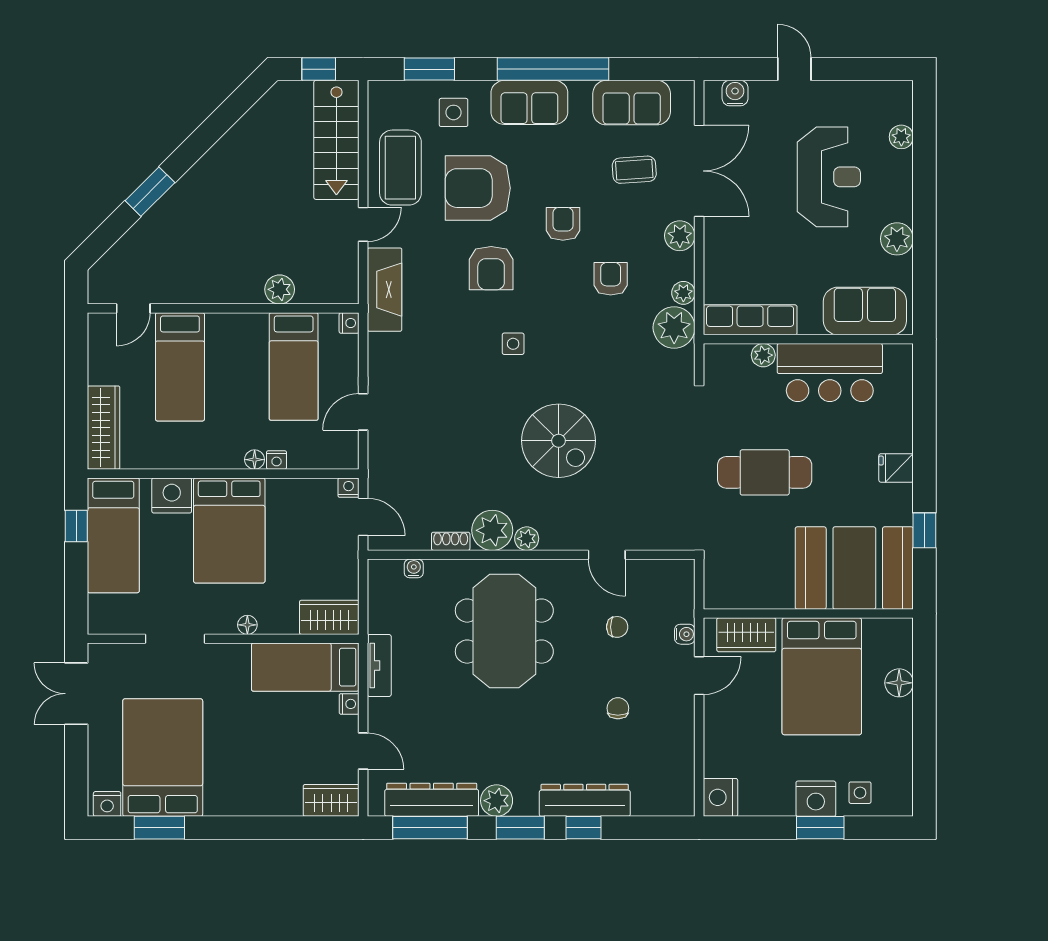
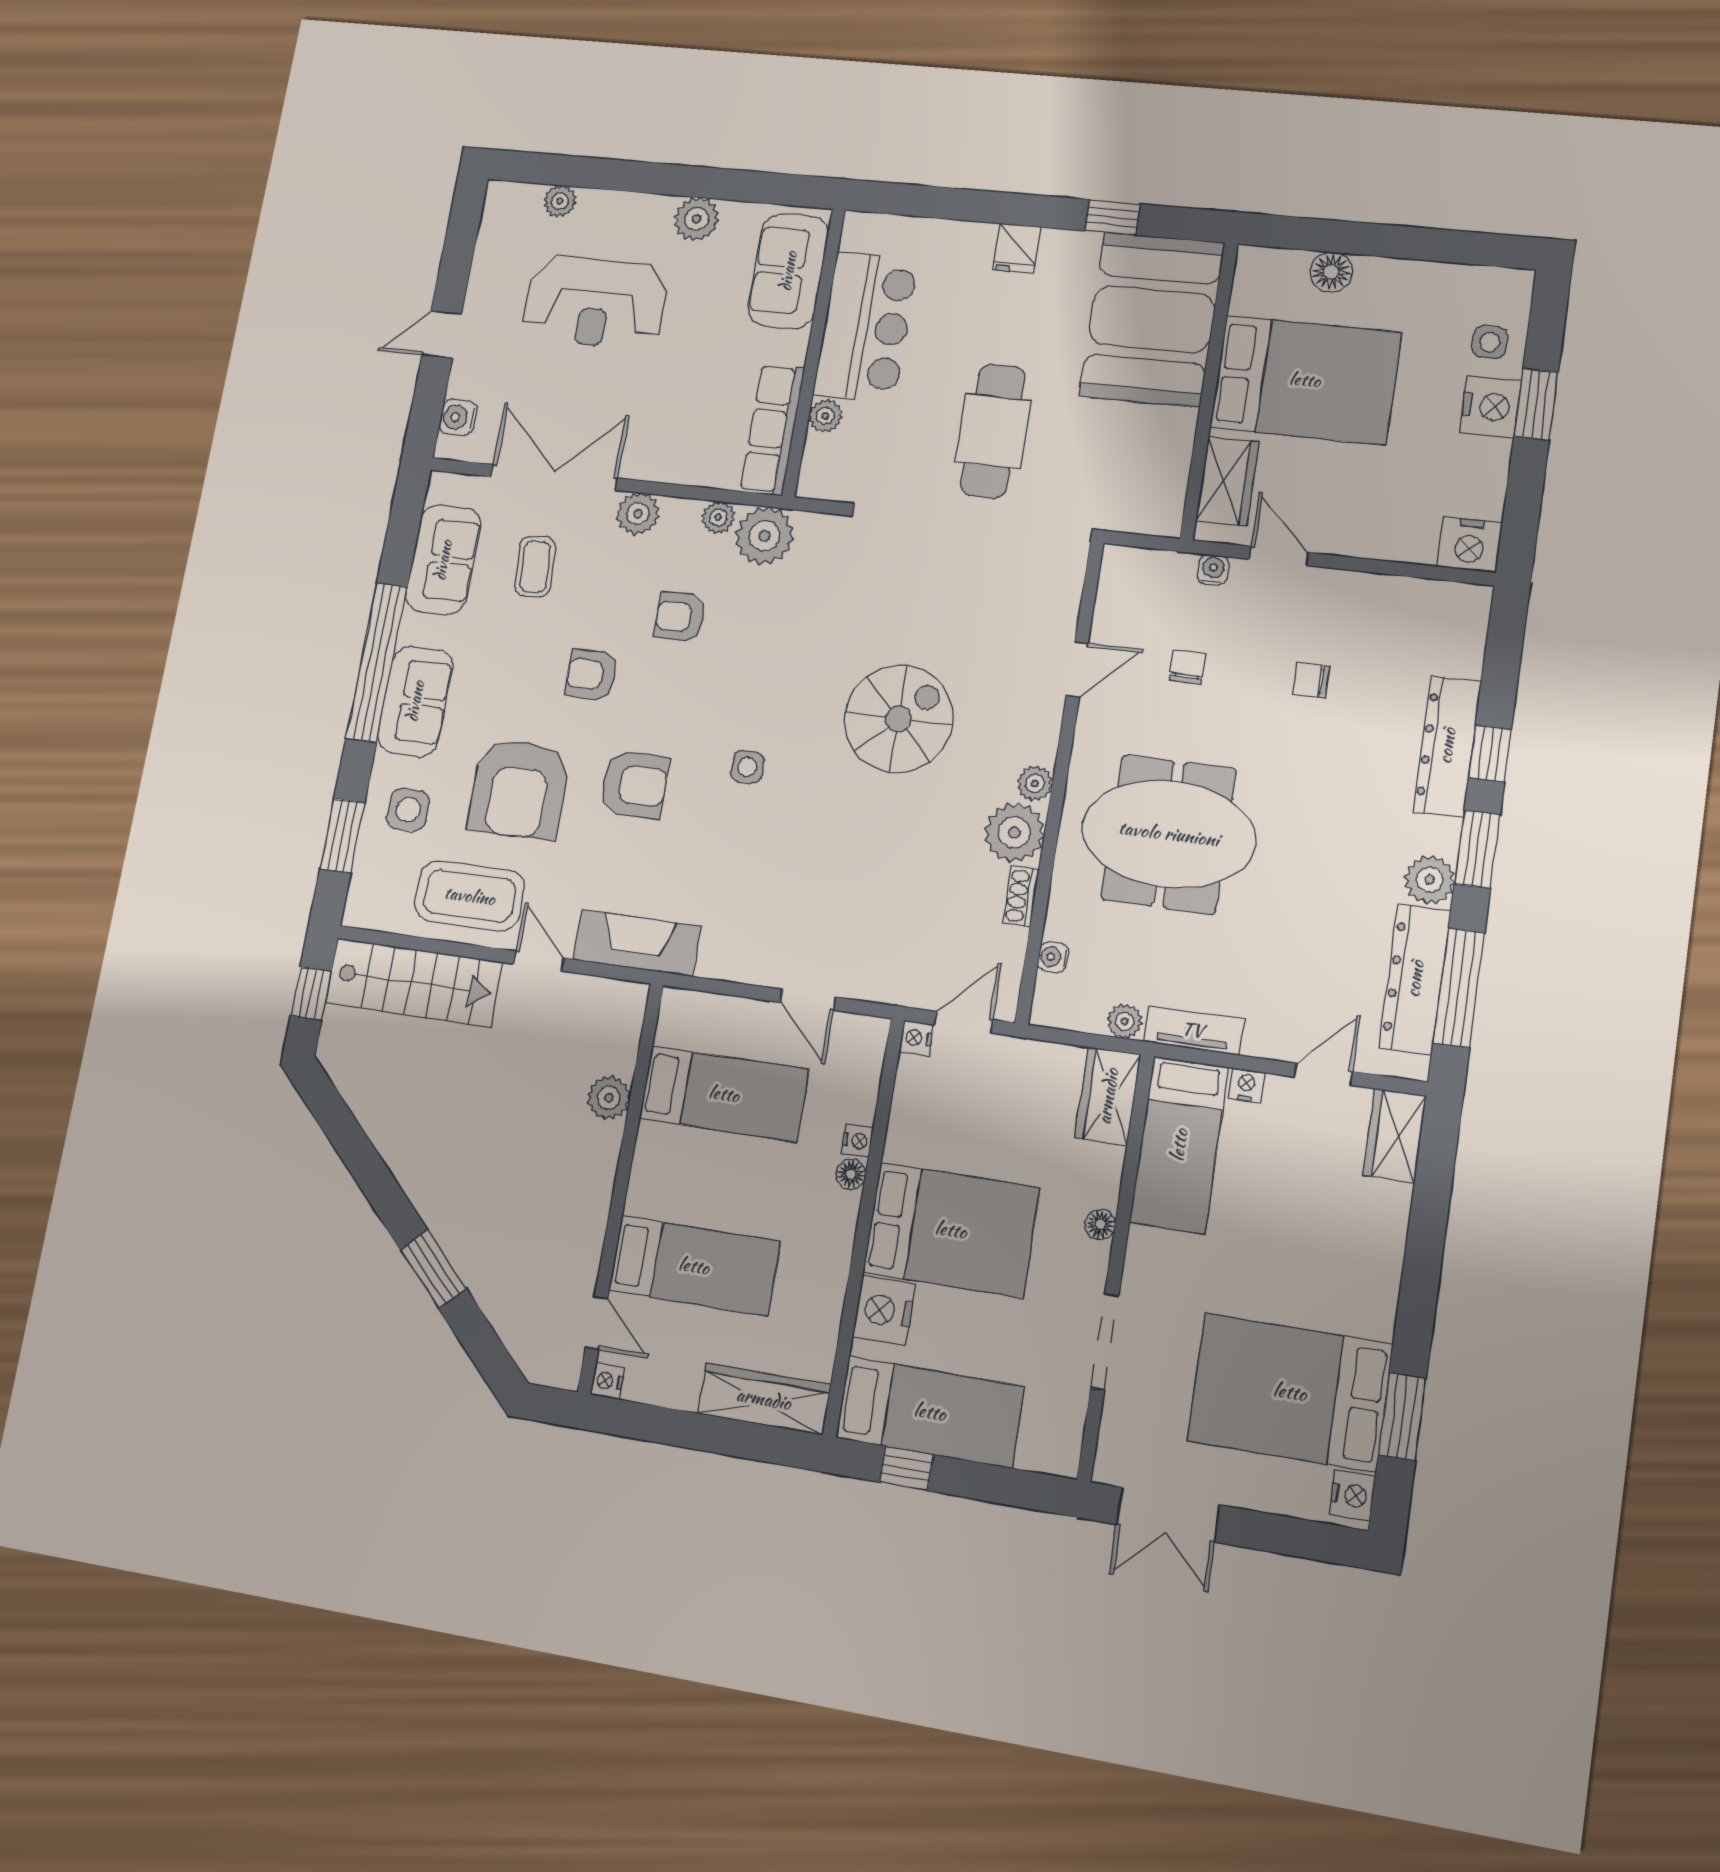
reception desk: (829, 177) -> (595, 302), turned 180
nightstand: (349, 323) -> (607, 1381), moved, turned -90
plant: (379, 621) -> (1125, 1021), added

